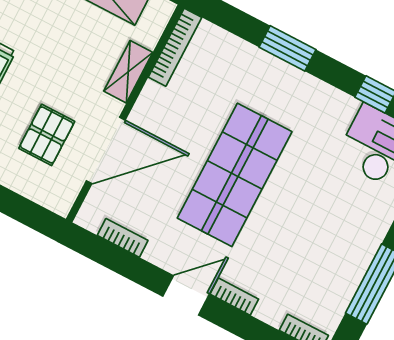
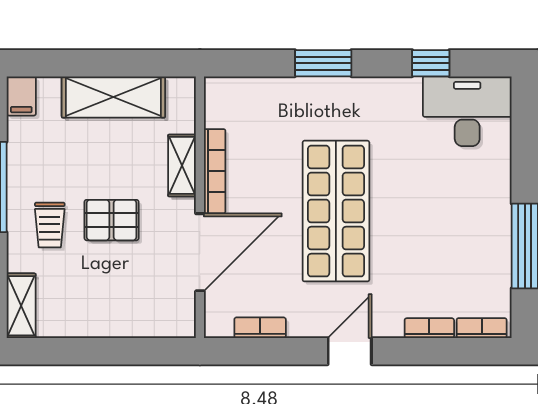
bookcase: (175, 47) -> (215, 171), moved
pallet: (47, 135) -> (112, 220), moved, turned 90
bookcase: (234, 297) -> (429, 328), moved

